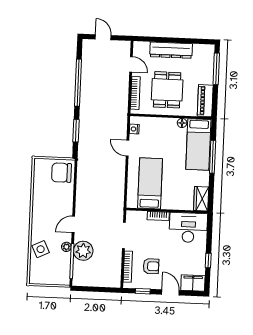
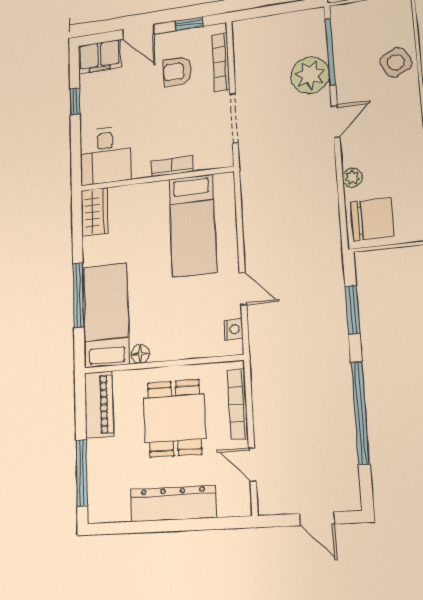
desk: (188, 228) -> (105, 156), width x0.73
plant: (66, 247) -> (352, 178), moved

